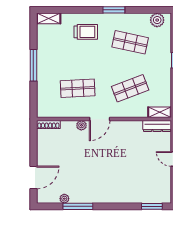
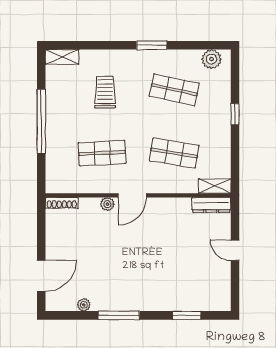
trolley: (86, 32) -> (105, 92), moved, turned -90
window: (33, 65) -> (41, 121), width x1.46
shop shelf: (130, 88) -> (174, 153), turned 30
window: (78, 206) -> (119, 315), moved
window: (152, 206) -> (187, 315), moved

